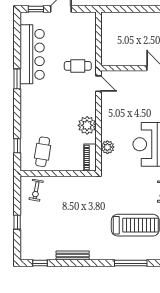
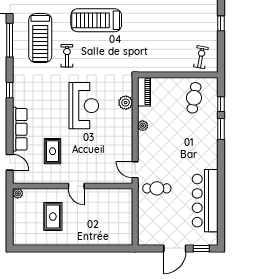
window: (17, 79) -> (221, 129), moved
plant: (87, 125) -> (143, 126), width x0.53, depth x0.53

